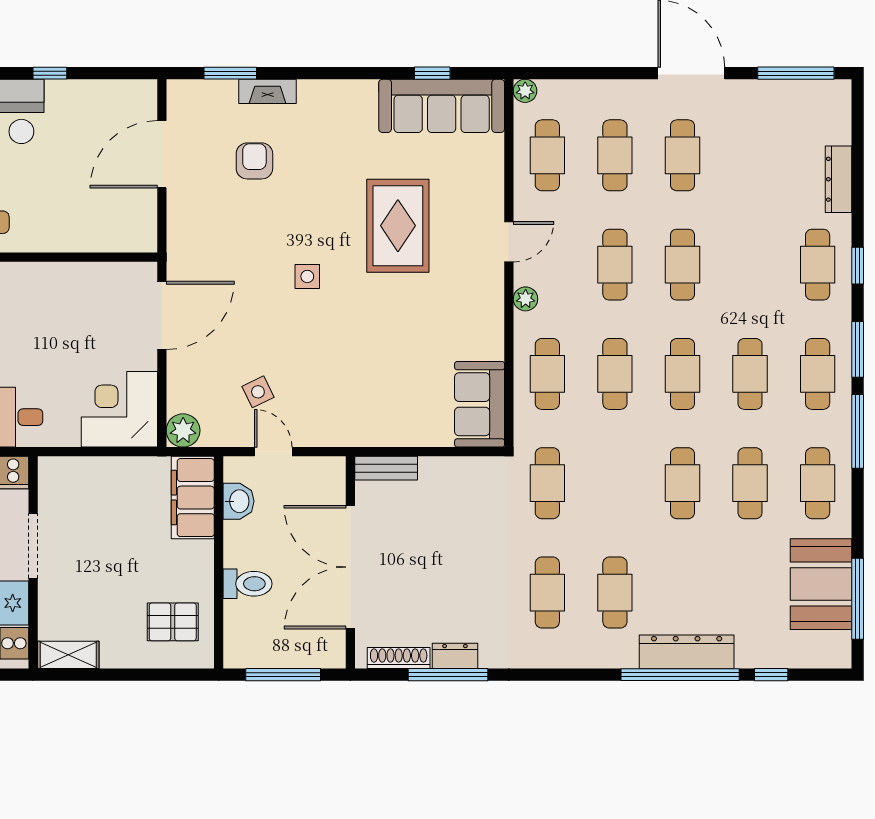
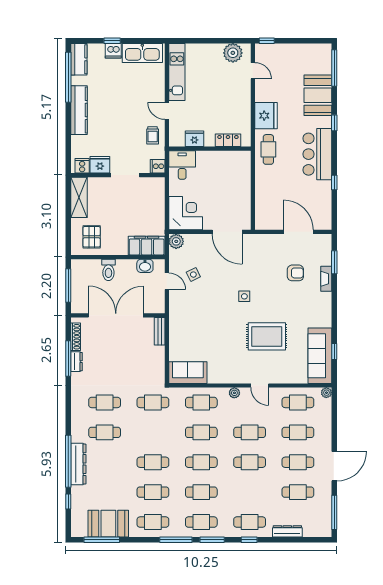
cafe table: (750, 155) -> (298, 492), added
door: (273, 452) -> (167, 281), hinge flipped
shelving: (68, 655) -> (79, 197), width x1.50, depth x1.33

